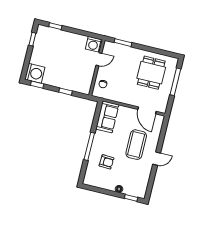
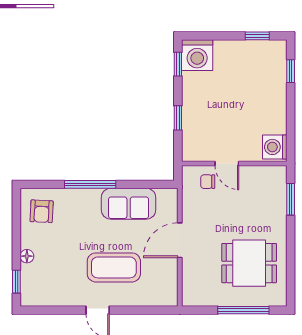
door: (99, 59) -> (227, 164), moved
door: (147, 110) -> (180, 240), moved
sofa: (107, 117) -> (129, 204), moved
armchair: (106, 162) -> (42, 211), moved

